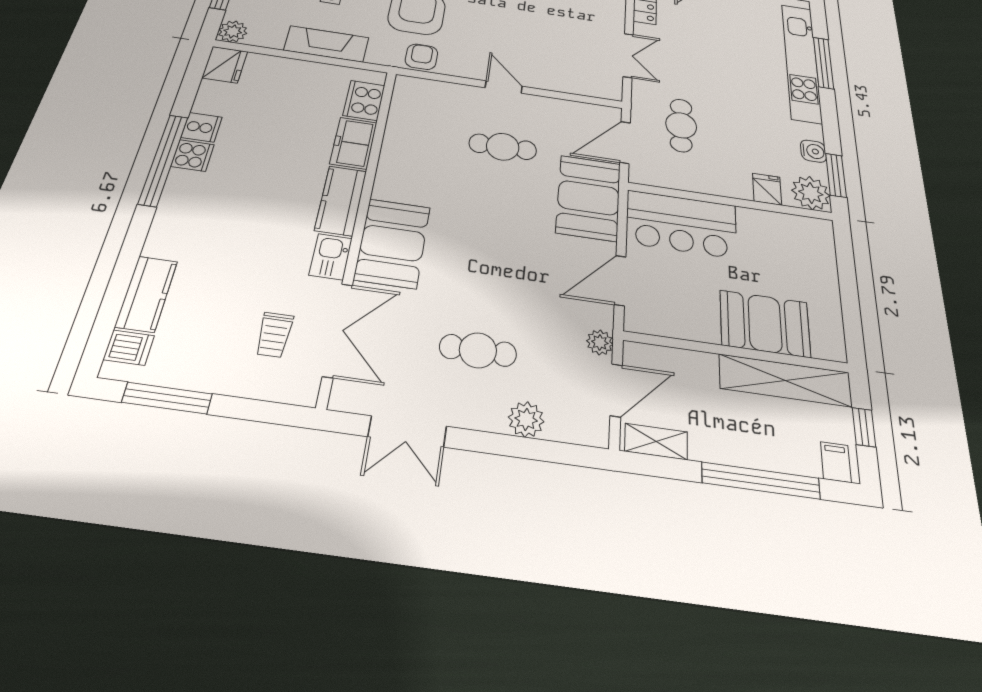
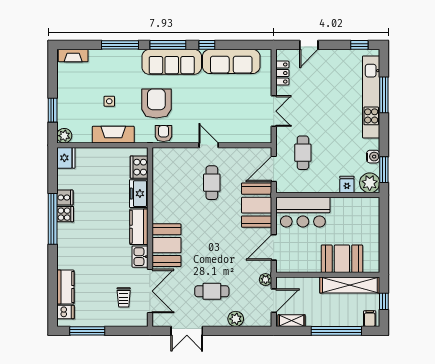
cafe table: (503, 147) -> (212, 183), turned 90

